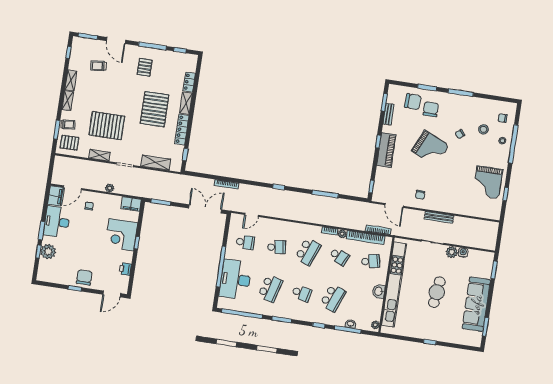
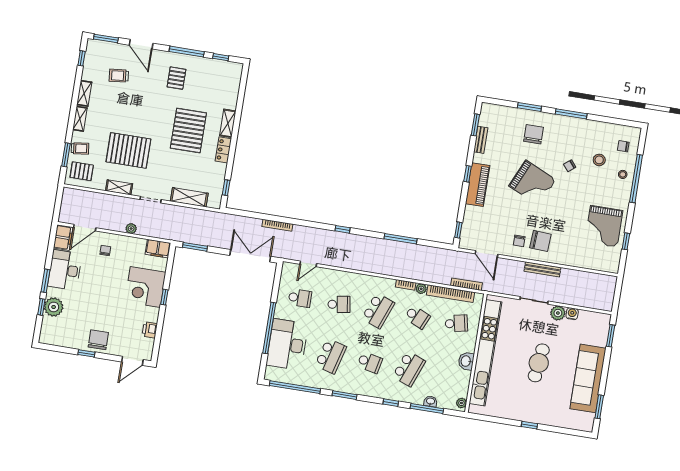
locker: (189, 82) -> (232, 97), removed
chair: (413, 102) -> (540, 241), moved
locker: (182, 130) -> (223, 150), width x0.66

